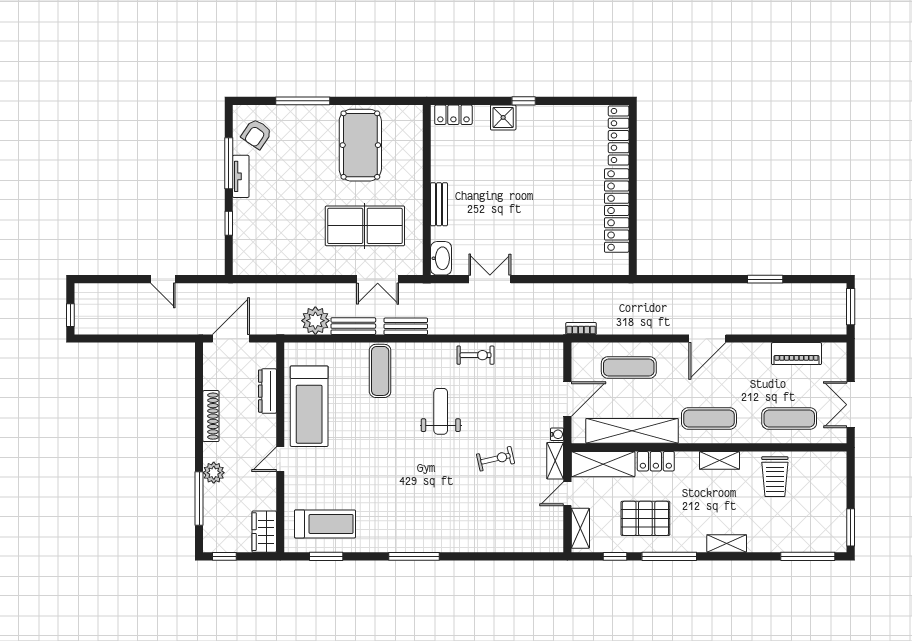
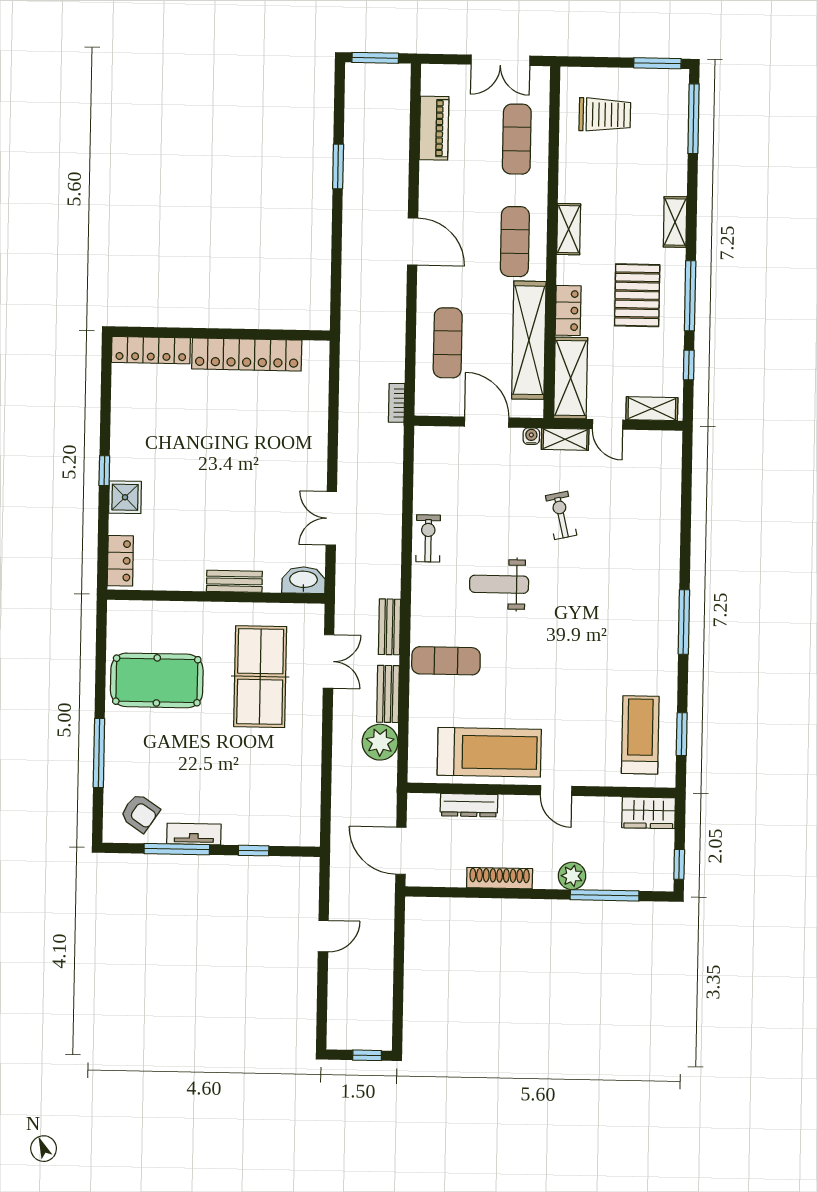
trolley: (775, 477) -> (605, 115), moved
pallet: (645, 518) -> (637, 295), moved

